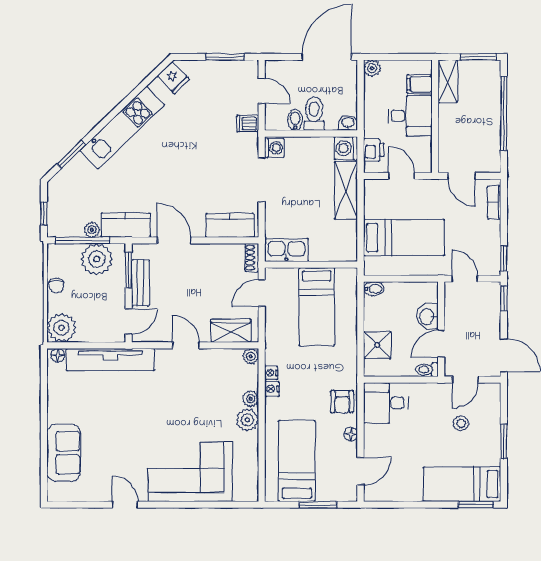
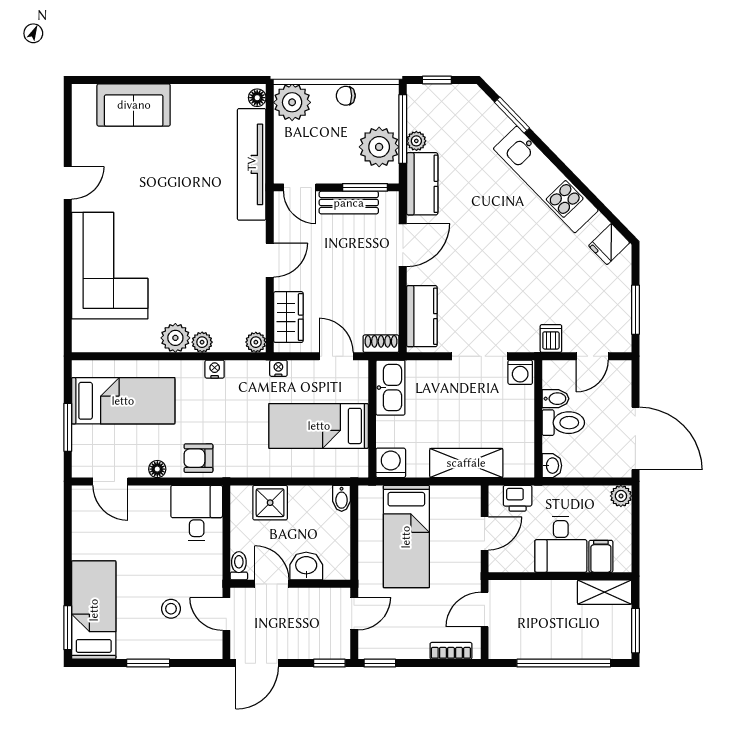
washing machine: (346, 148) -> (391, 463), moved
nightstand: (271, 373) -> (278, 368), moved

